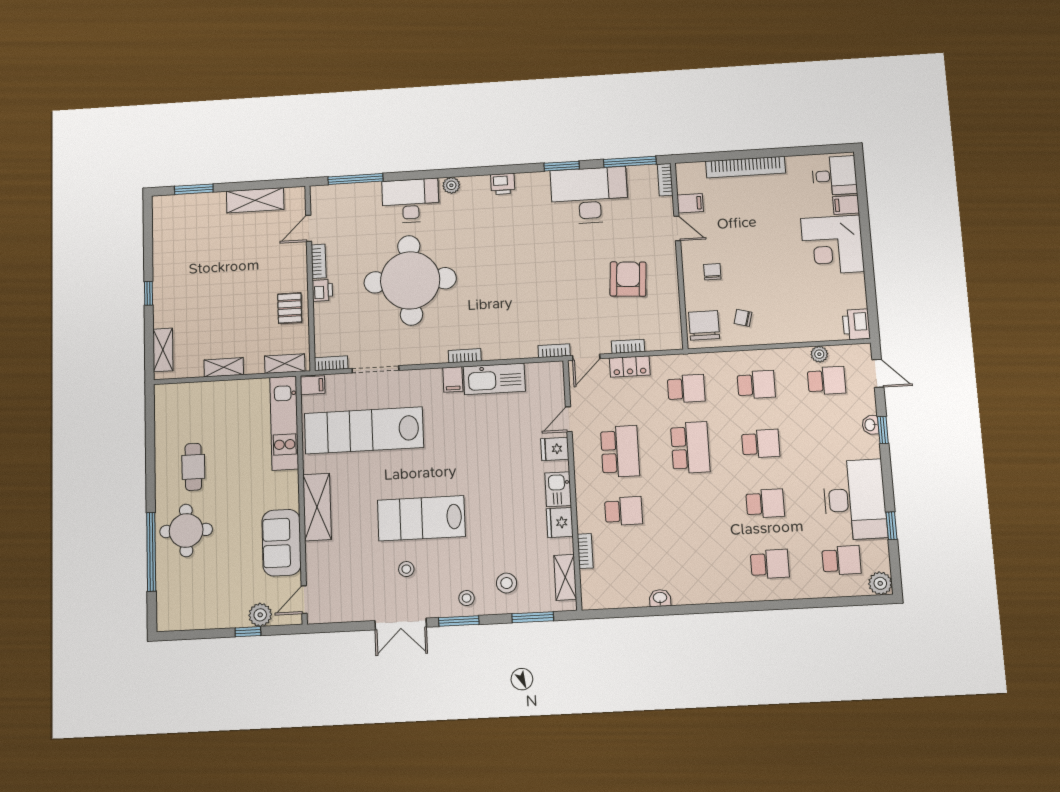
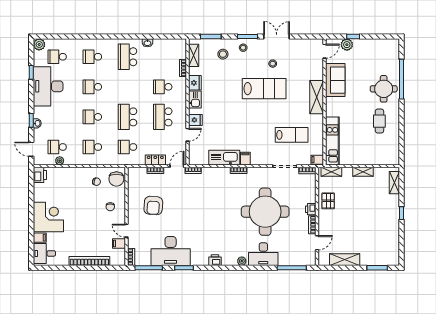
lab bench: (364, 430) -> (292, 135), width x0.54, depth x0.72
school desk: (698, 568) -> (128, 57), added

